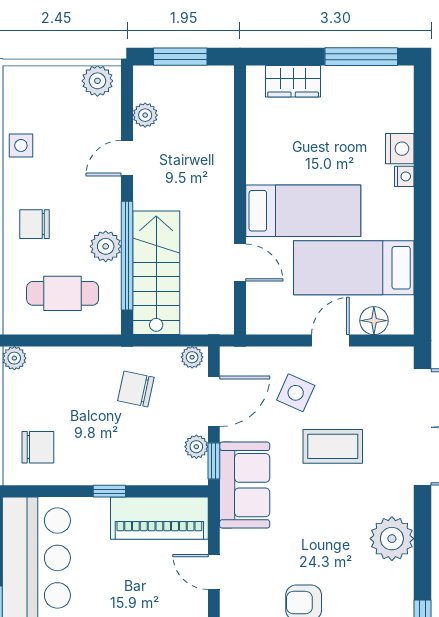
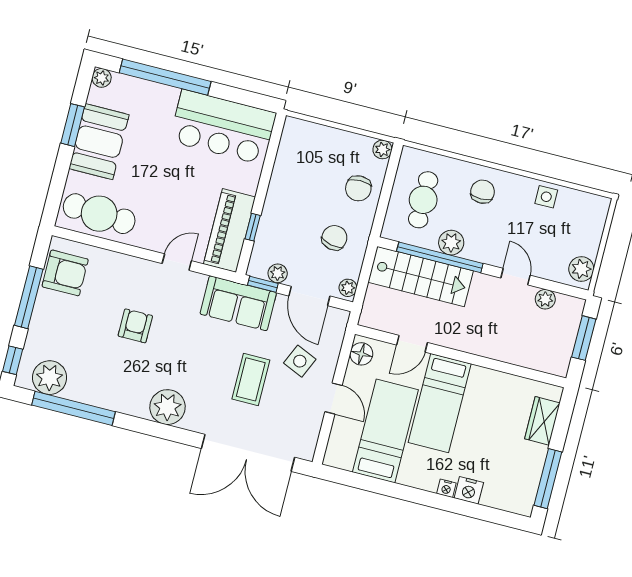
floor lamp: (374, 321) -> (361, 354), moved
chair: (38, 447) -> (358, 188), moved
window: (109, 491) -> (253, 227), moved

